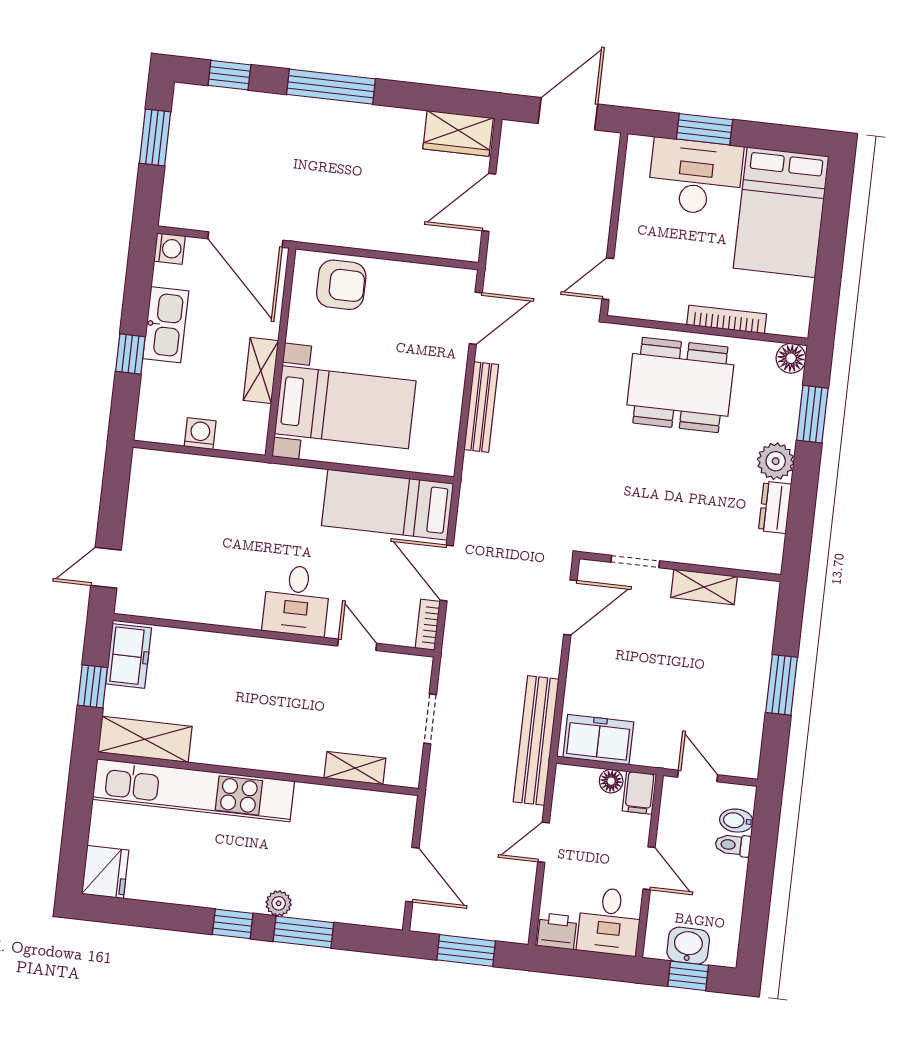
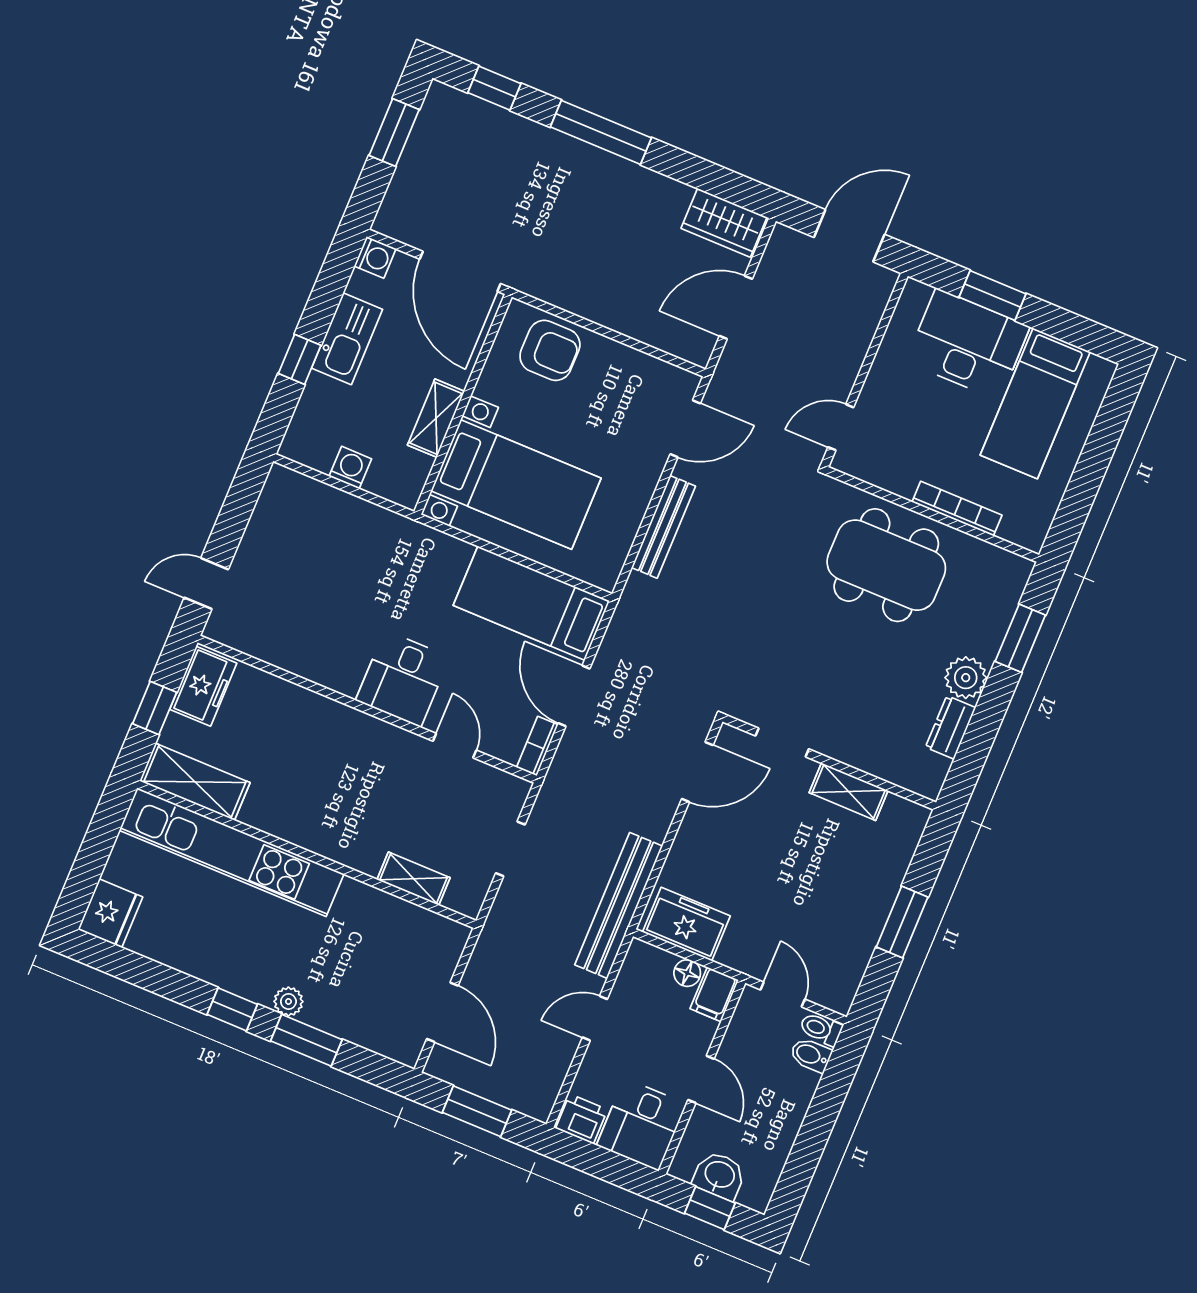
bed: (781, 212) -> (1035, 403), width x0.67
floor lamp: (791, 358) -> (1015, 571), removed
toilet: (733, 845) -> (821, 1029), moved

